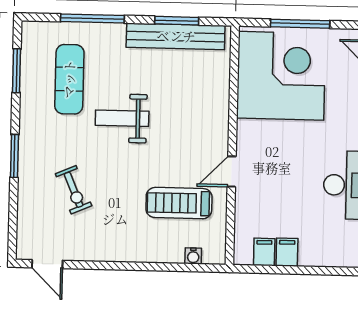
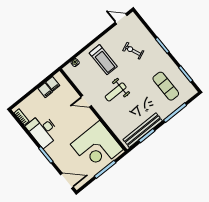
weight bench: (122, 118) -> (116, 92), moved, turned 180
door: (232, 171) -> (86, 101), swing flipped
treadmill: (179, 203) -> (103, 60), moved, turned 90

